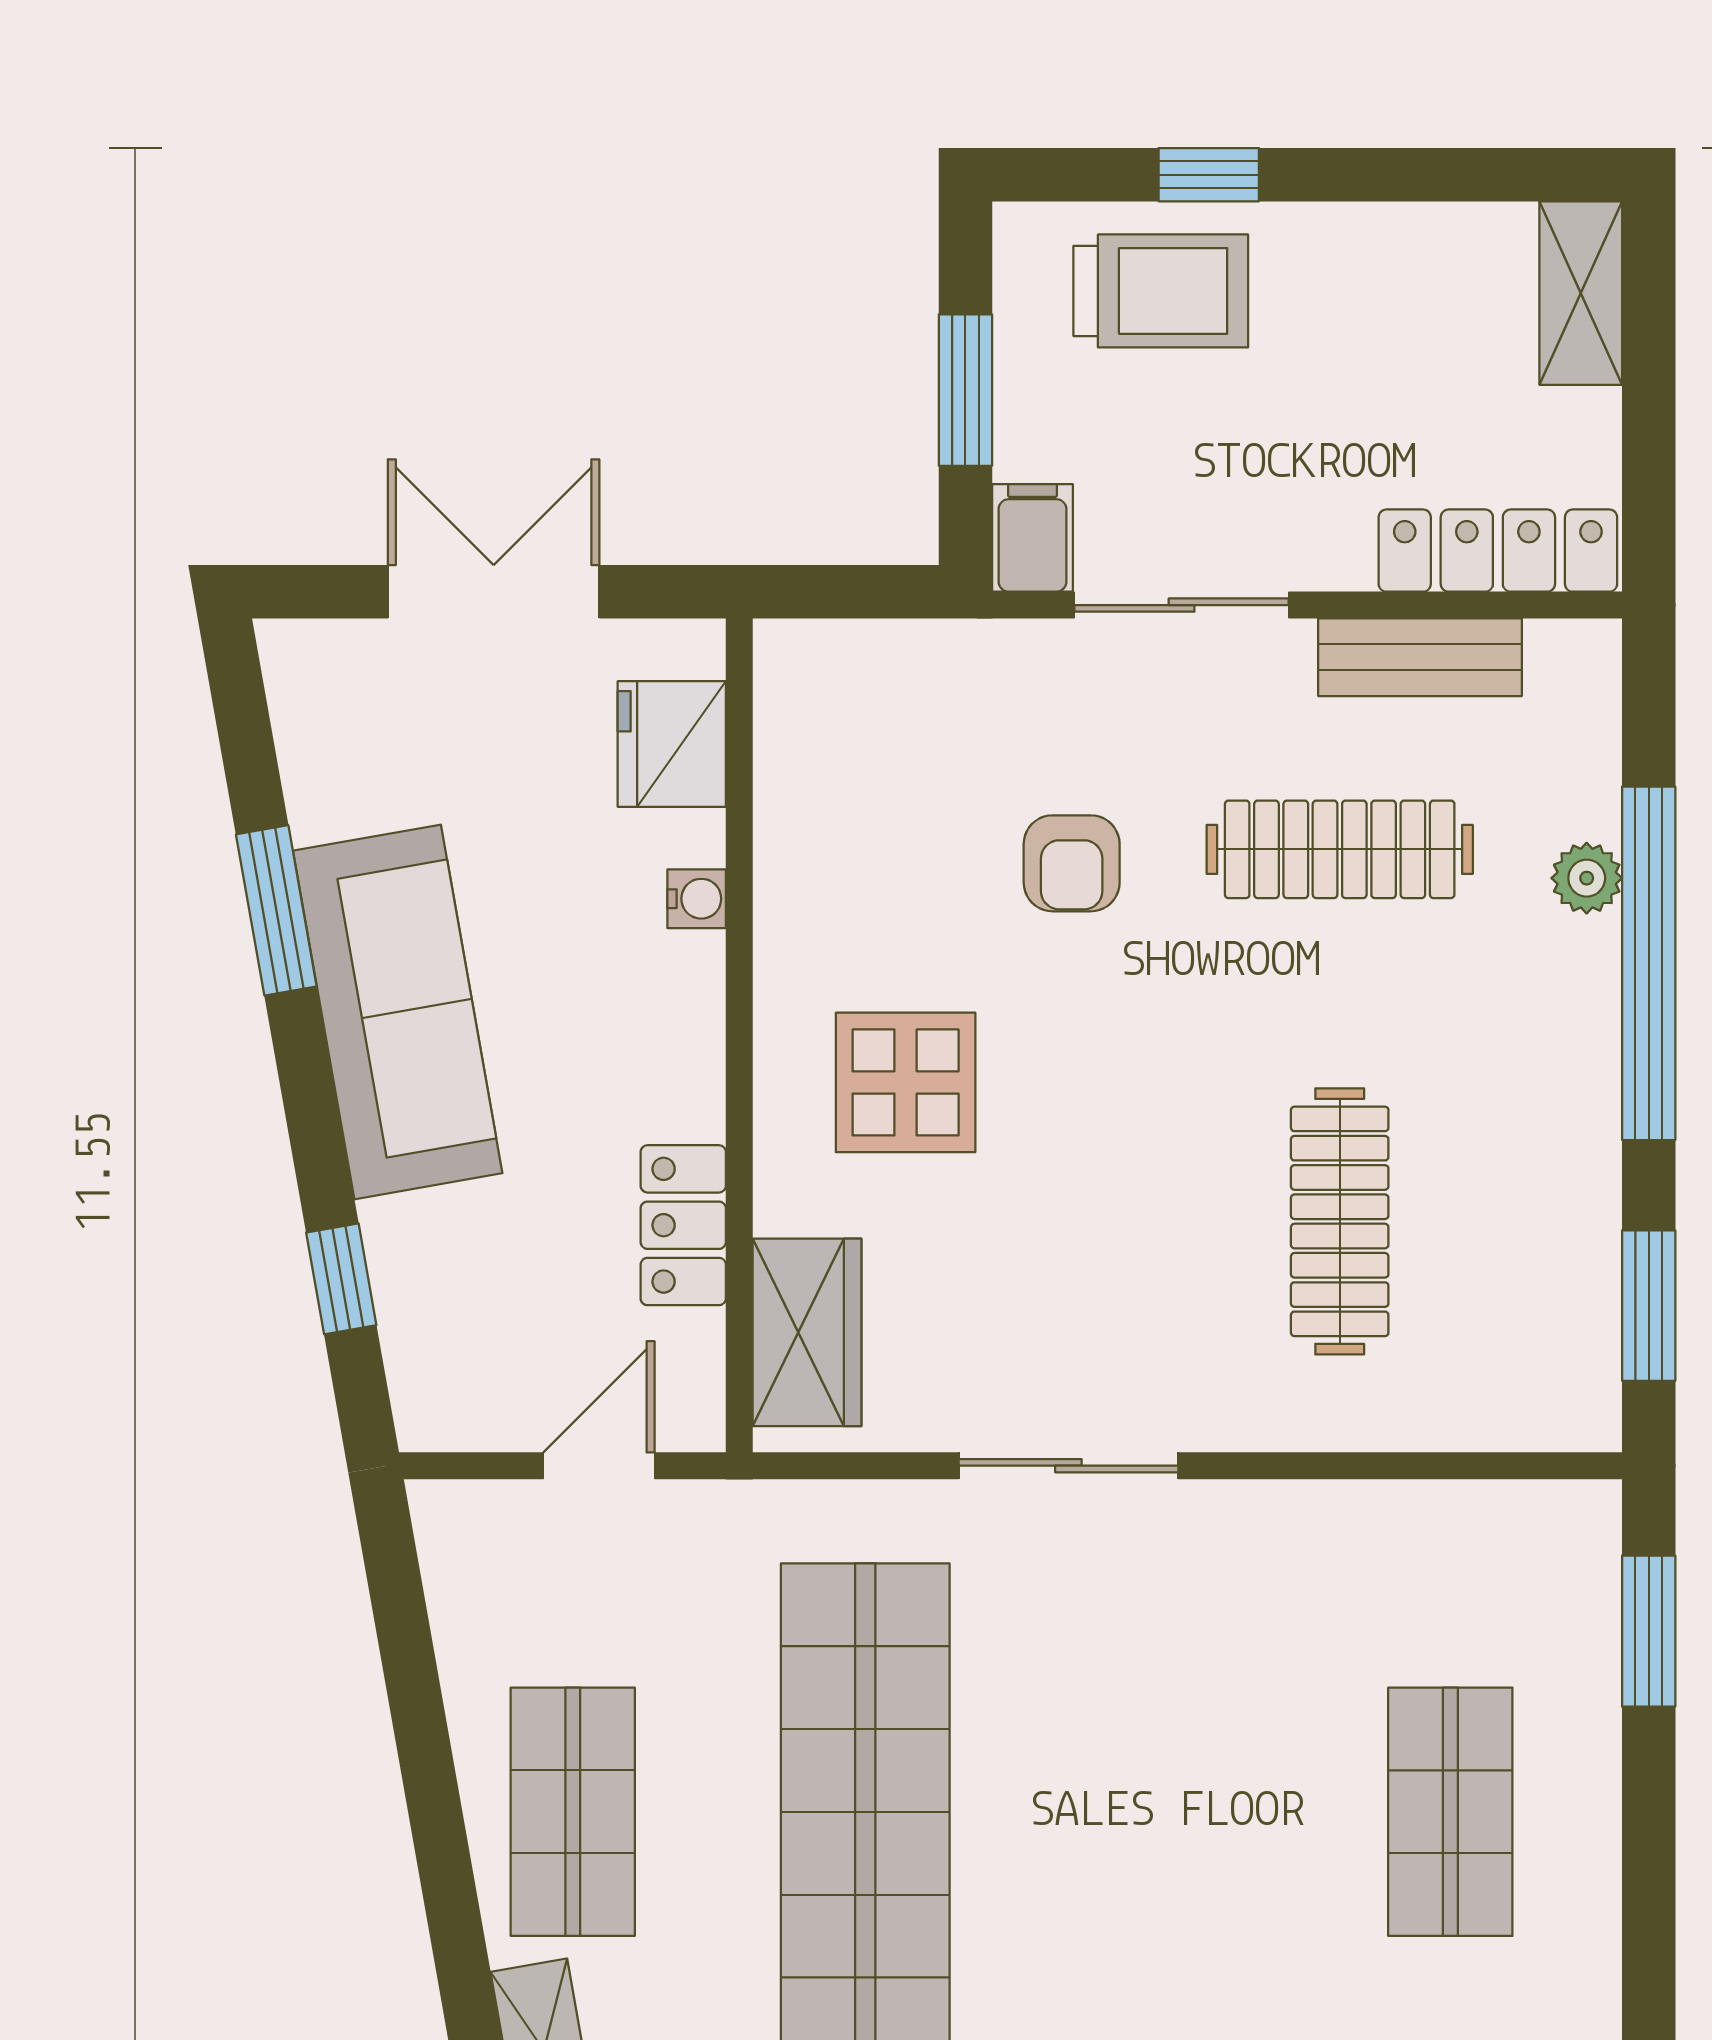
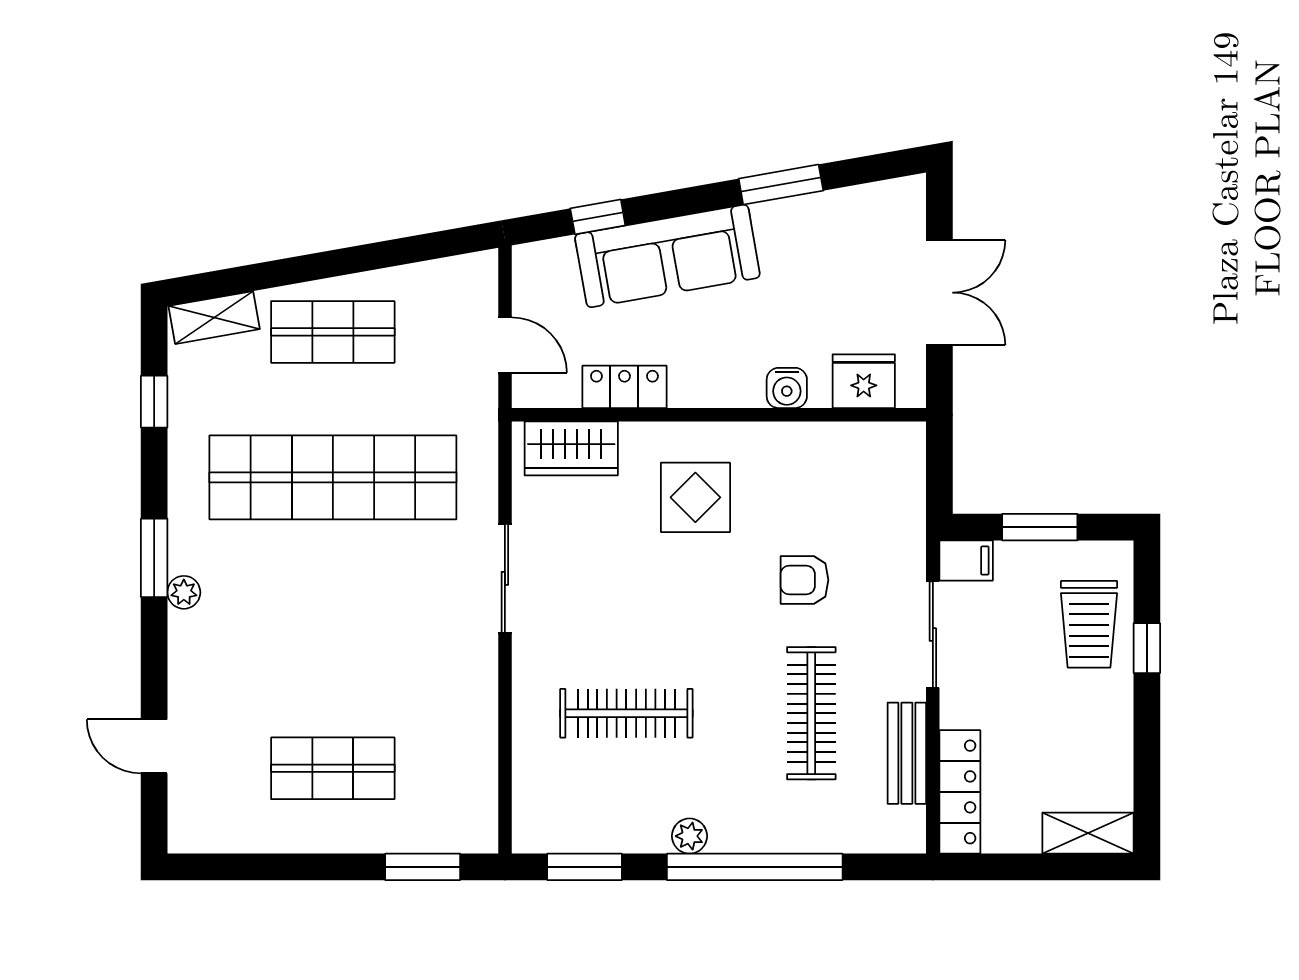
plant: (1587, 878) -> (689, 836), moved
water cooler: (697, 899) -> (787, 388), width x1.38, depth x1.38
sofa: (398, 1012) -> (667, 256), moved

